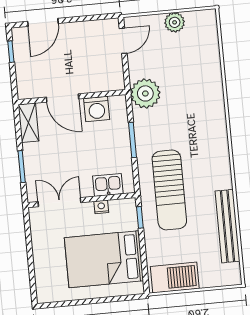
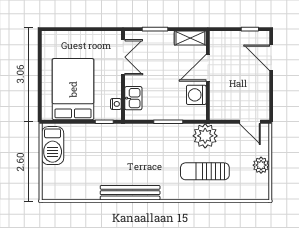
sun lounger: (169, 190) -> (205, 171), moved, width x0.73, depth x0.75
nightstand: (101, 207) -> (116, 104), moved
bench: (227, 226) -> (130, 193), moved

